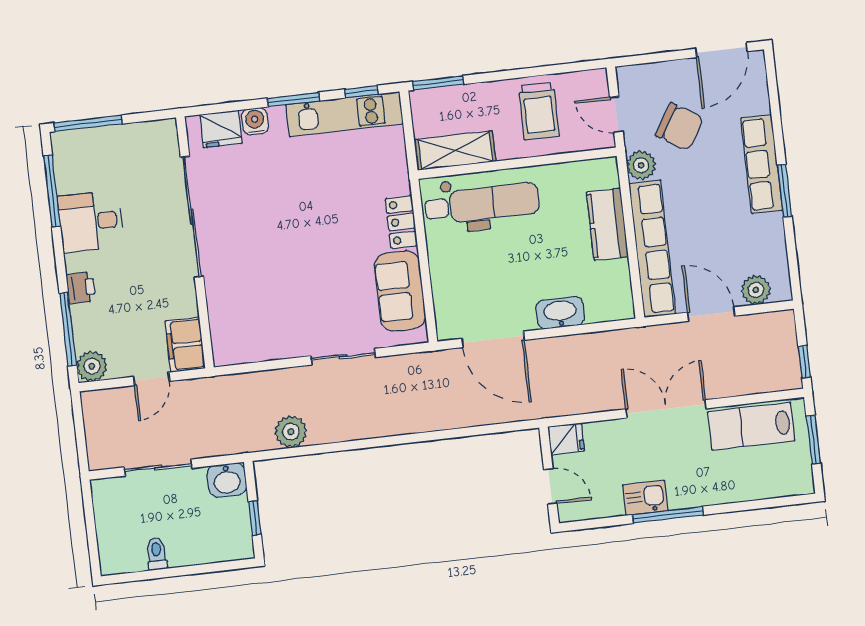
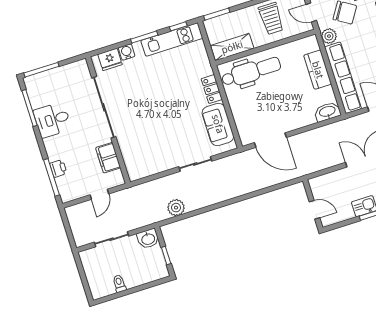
printer: (81, 288) -> (58, 168), moved
washbasin: (560, 313) -> (327, 112), moved
filing cabinet: (185, 345) -> (108, 158), moved
plant: (92, 366) -> (67, 194), removed
fridge: (566, 439) -> (318, 184), removed

